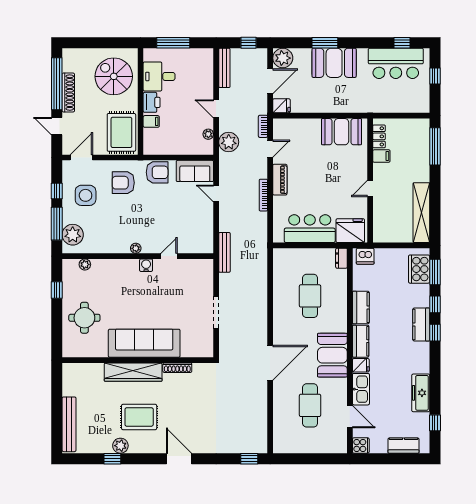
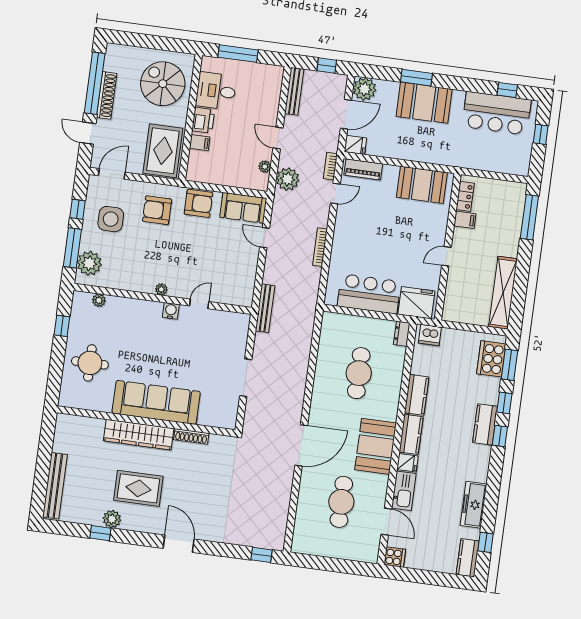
piano: (280, 180) -> (363, 169), moved, turned 90
kitchen counter: (404, 446) -> (468, 558), moved, turned -90

